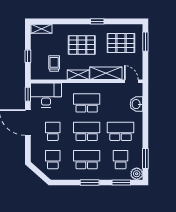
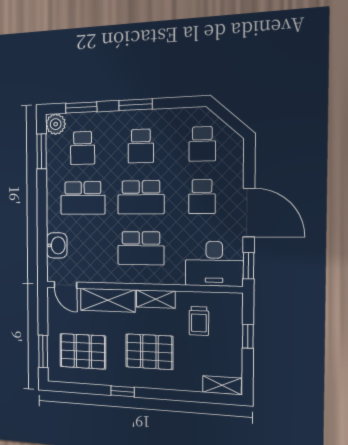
school desk: (87, 160) -> (141, 146), width x0.54

